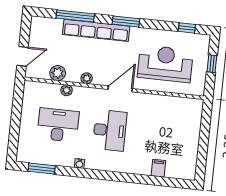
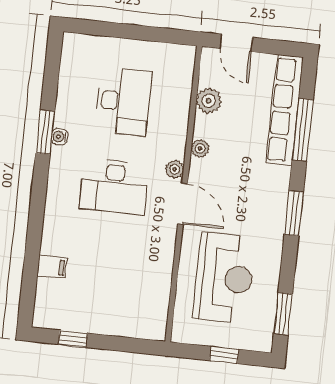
window: (187, 28) -> (283, 314), width x1.50
row of seats: (96, 30) -> (285, 110), moved
plant: (67, 90) -> (175, 169), moved
window: (202, 155) -> (73, 339), added
window: (42, 169) -> (45, 132), moved

